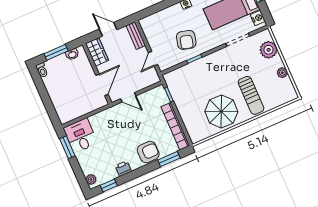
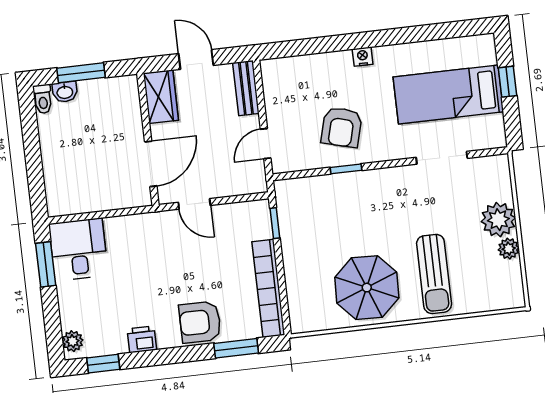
nightstand: (258, 18) -> (494, 128), removed
plant: (269, 50) -> (498, 220), moved
washbasin: (72, 54) -> (65, 92), moved
armchair: (148, 152) -> (200, 322), turned 180

